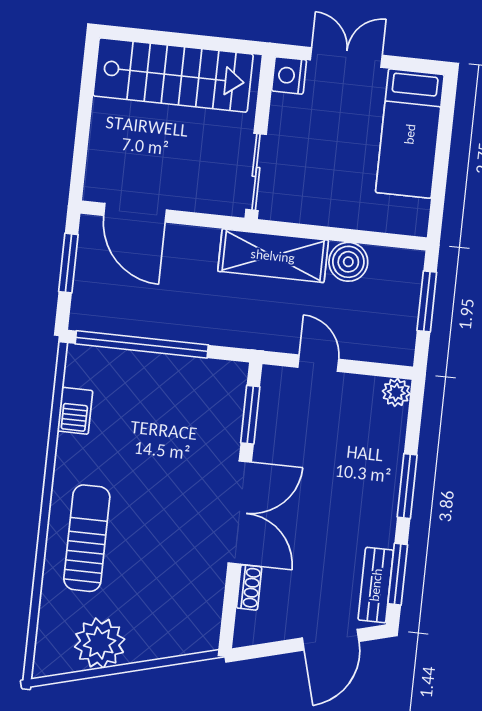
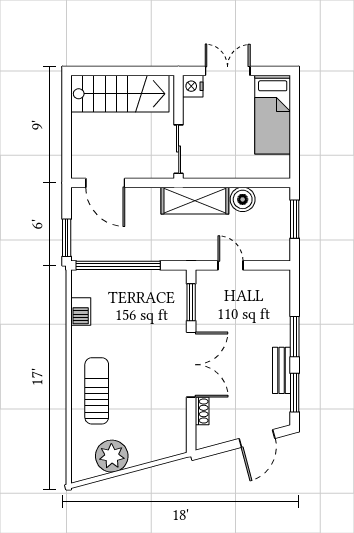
window: (68, 263) -> (67, 238), moved
plant: (396, 392) -> (282, 278), removed
bench: (376, 585) -> (282, 370), moved

